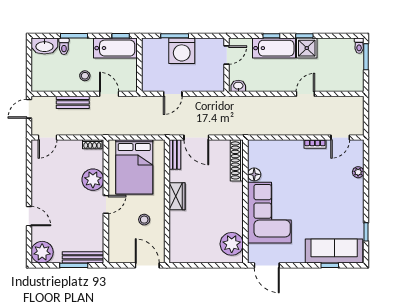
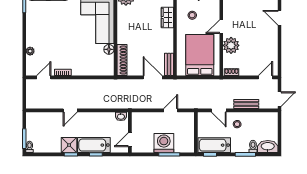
wardrobe: (177, 196) -> (167, 18), moved

